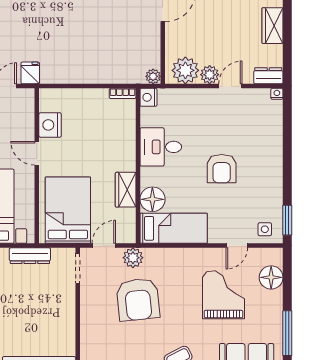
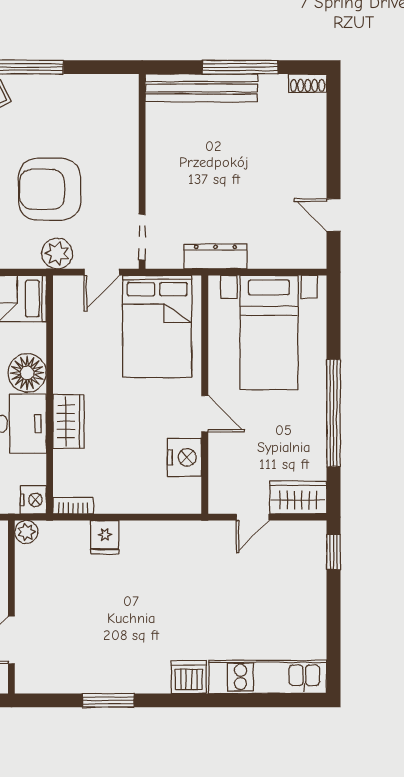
fridge: (30, 73) -> (105, 537), moved
wardrobe: (126, 190) -> (68, 421), moved
floor lamp: (152, 199) -> (27, 373), moved
armchair: (138, 299) -> (49, 189), turned -84

